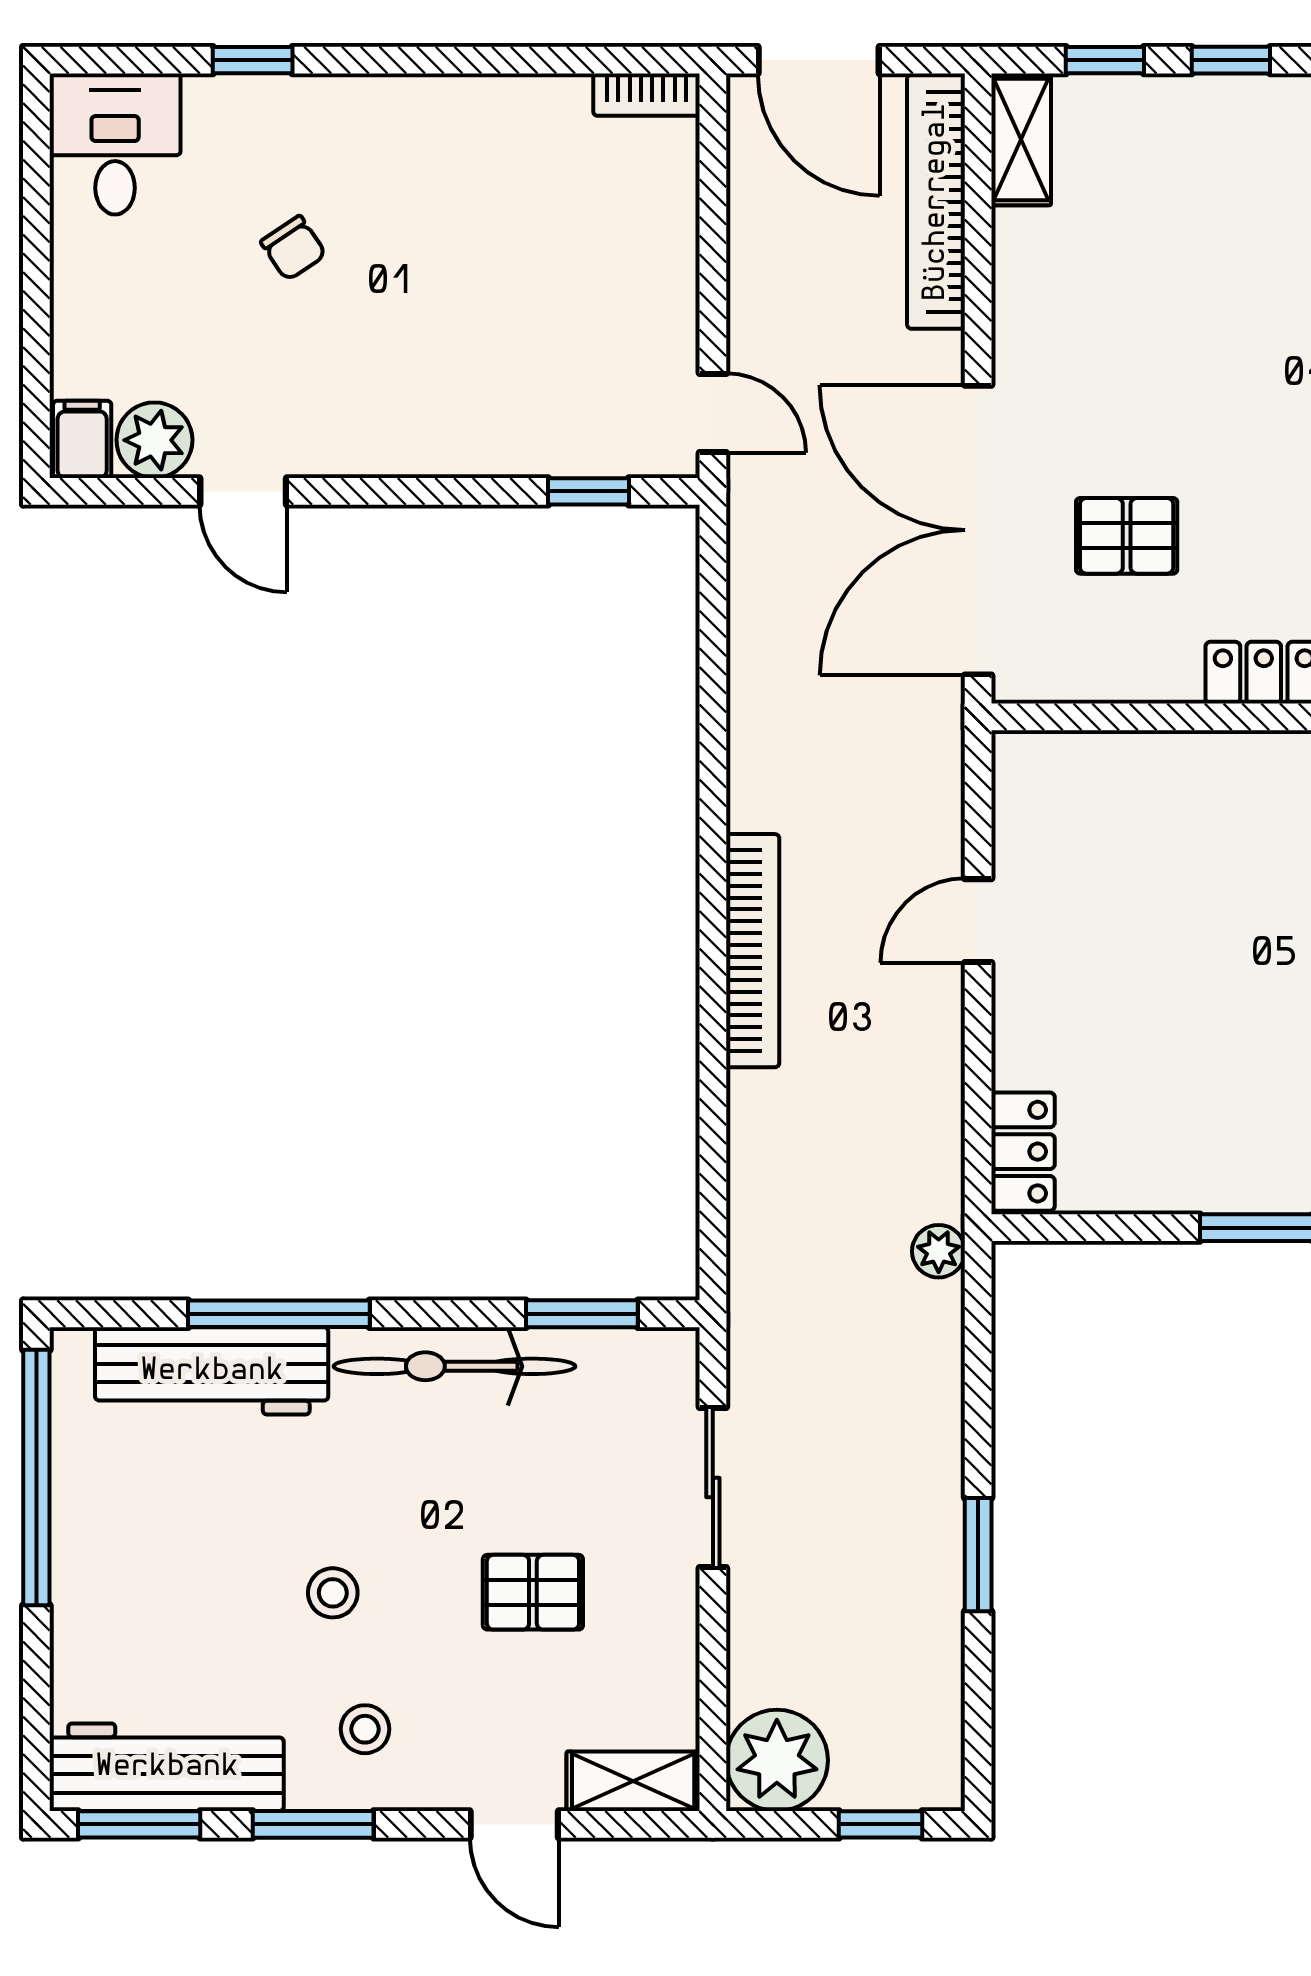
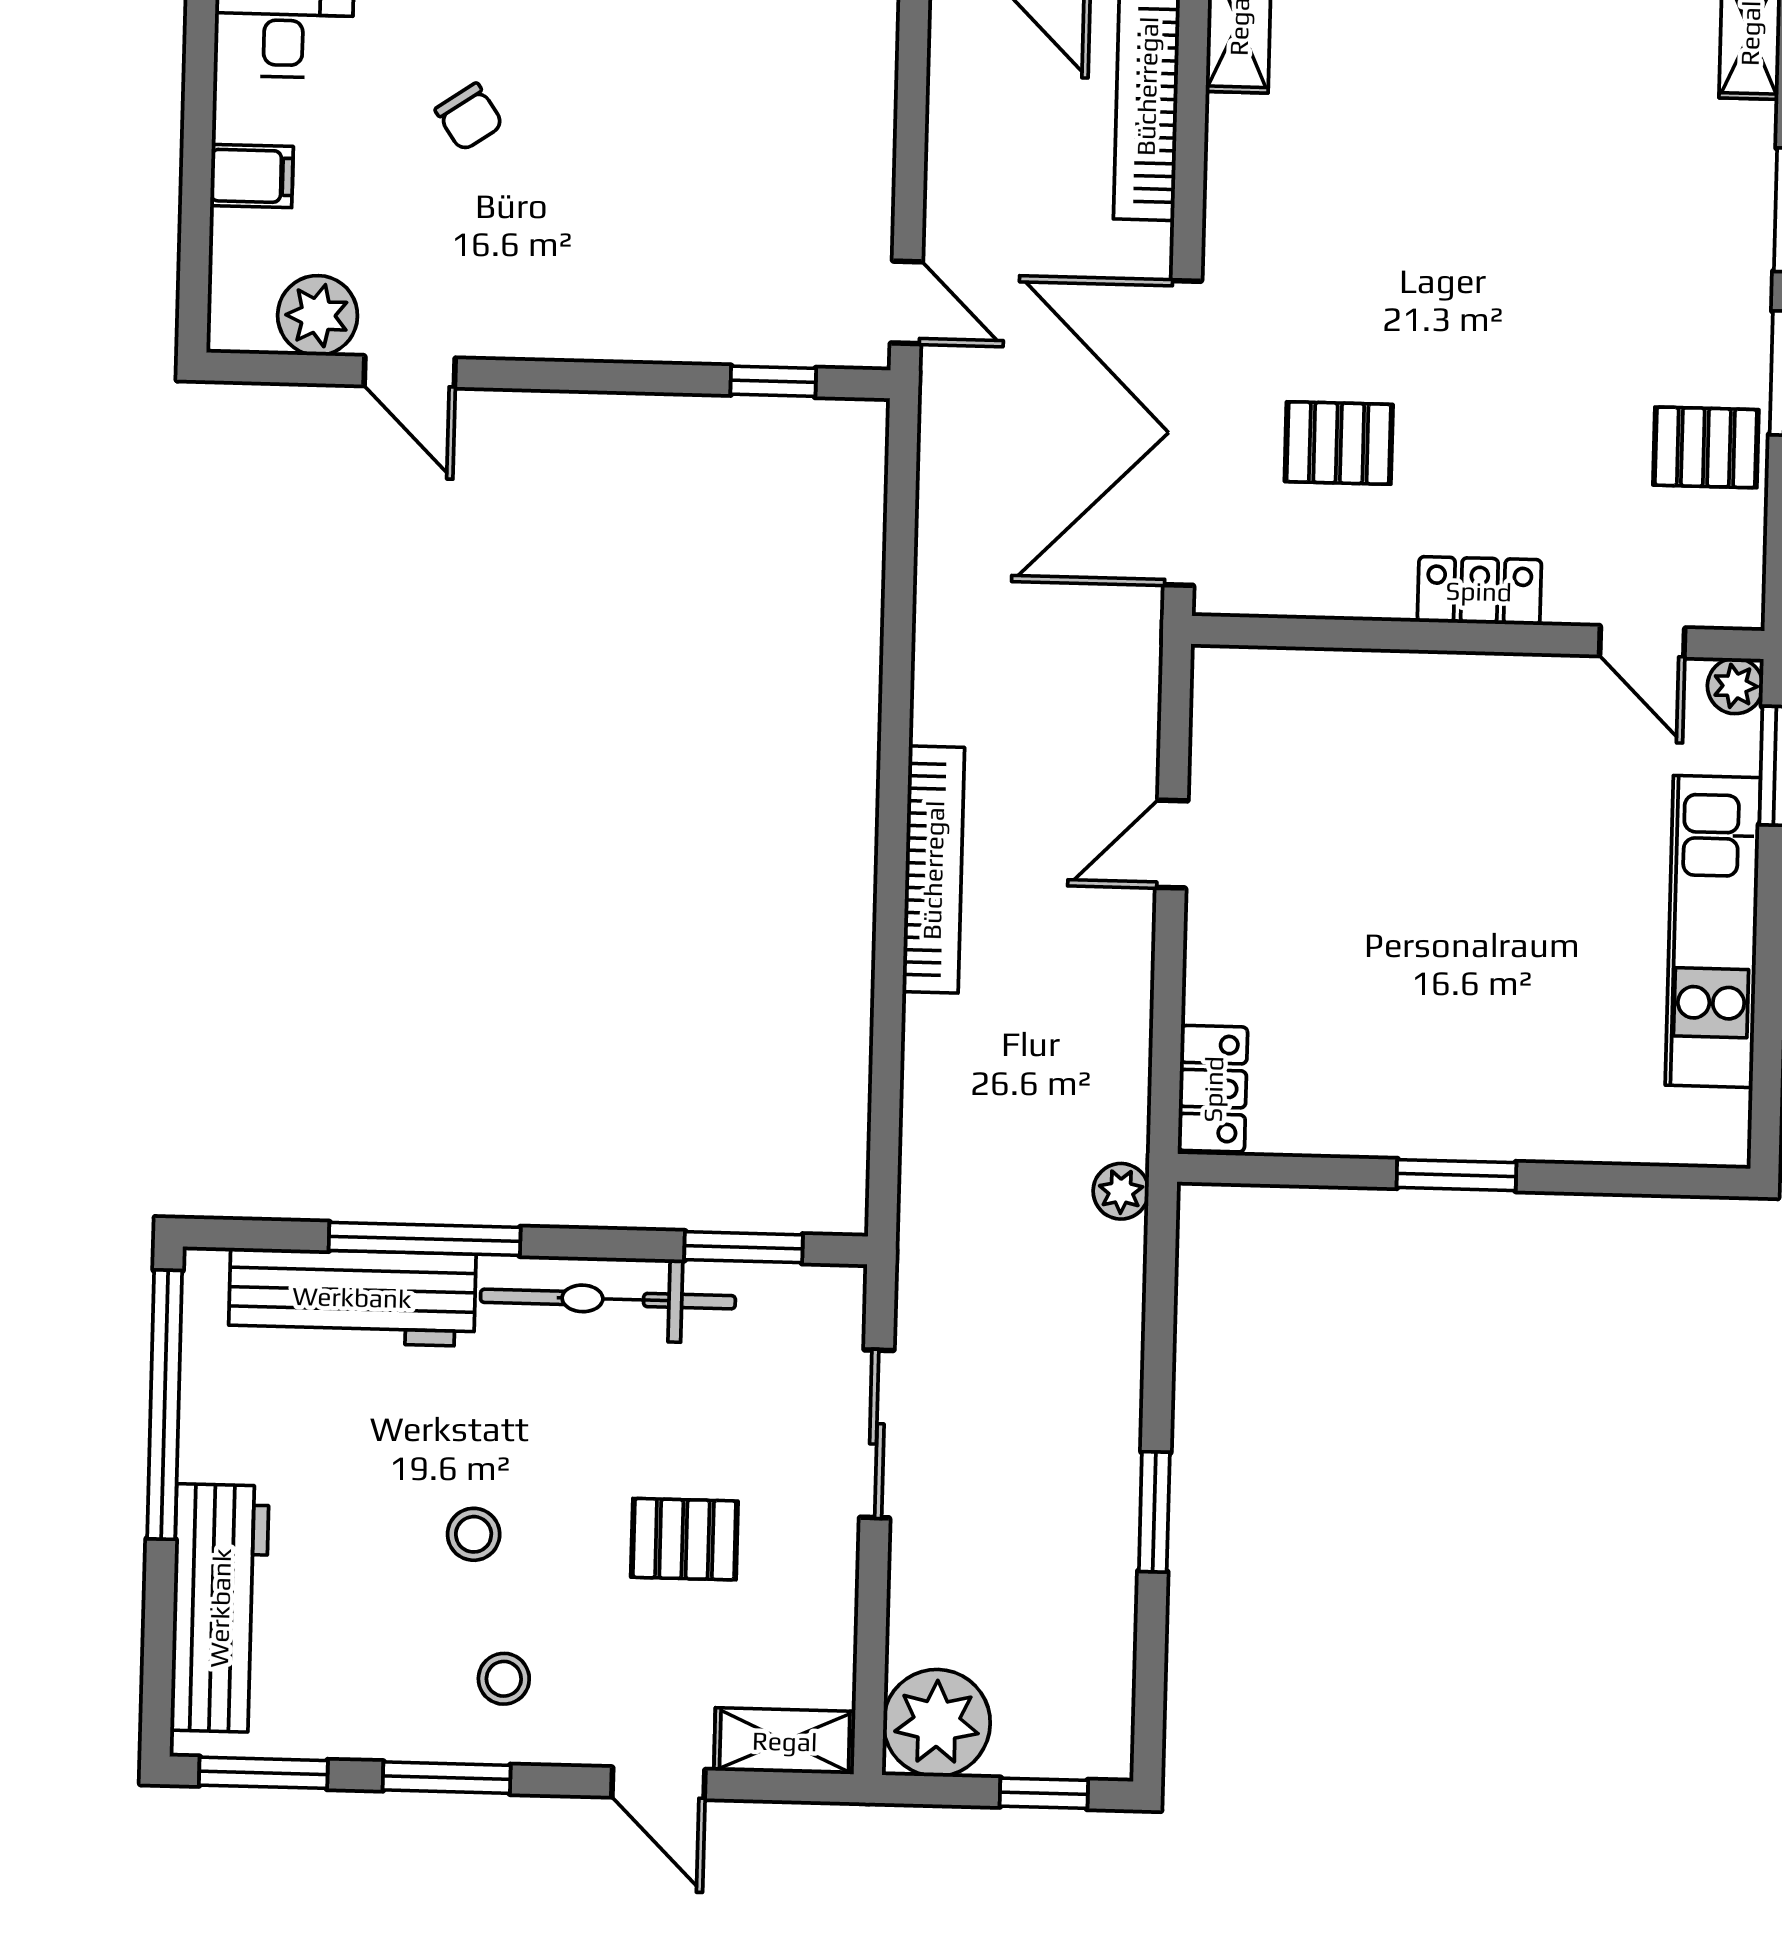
filing cabinet: (82, 439) -> (252, 176), moved, turned 90
workbench: (167, 1767) -> (220, 1608), moved, turned 90

